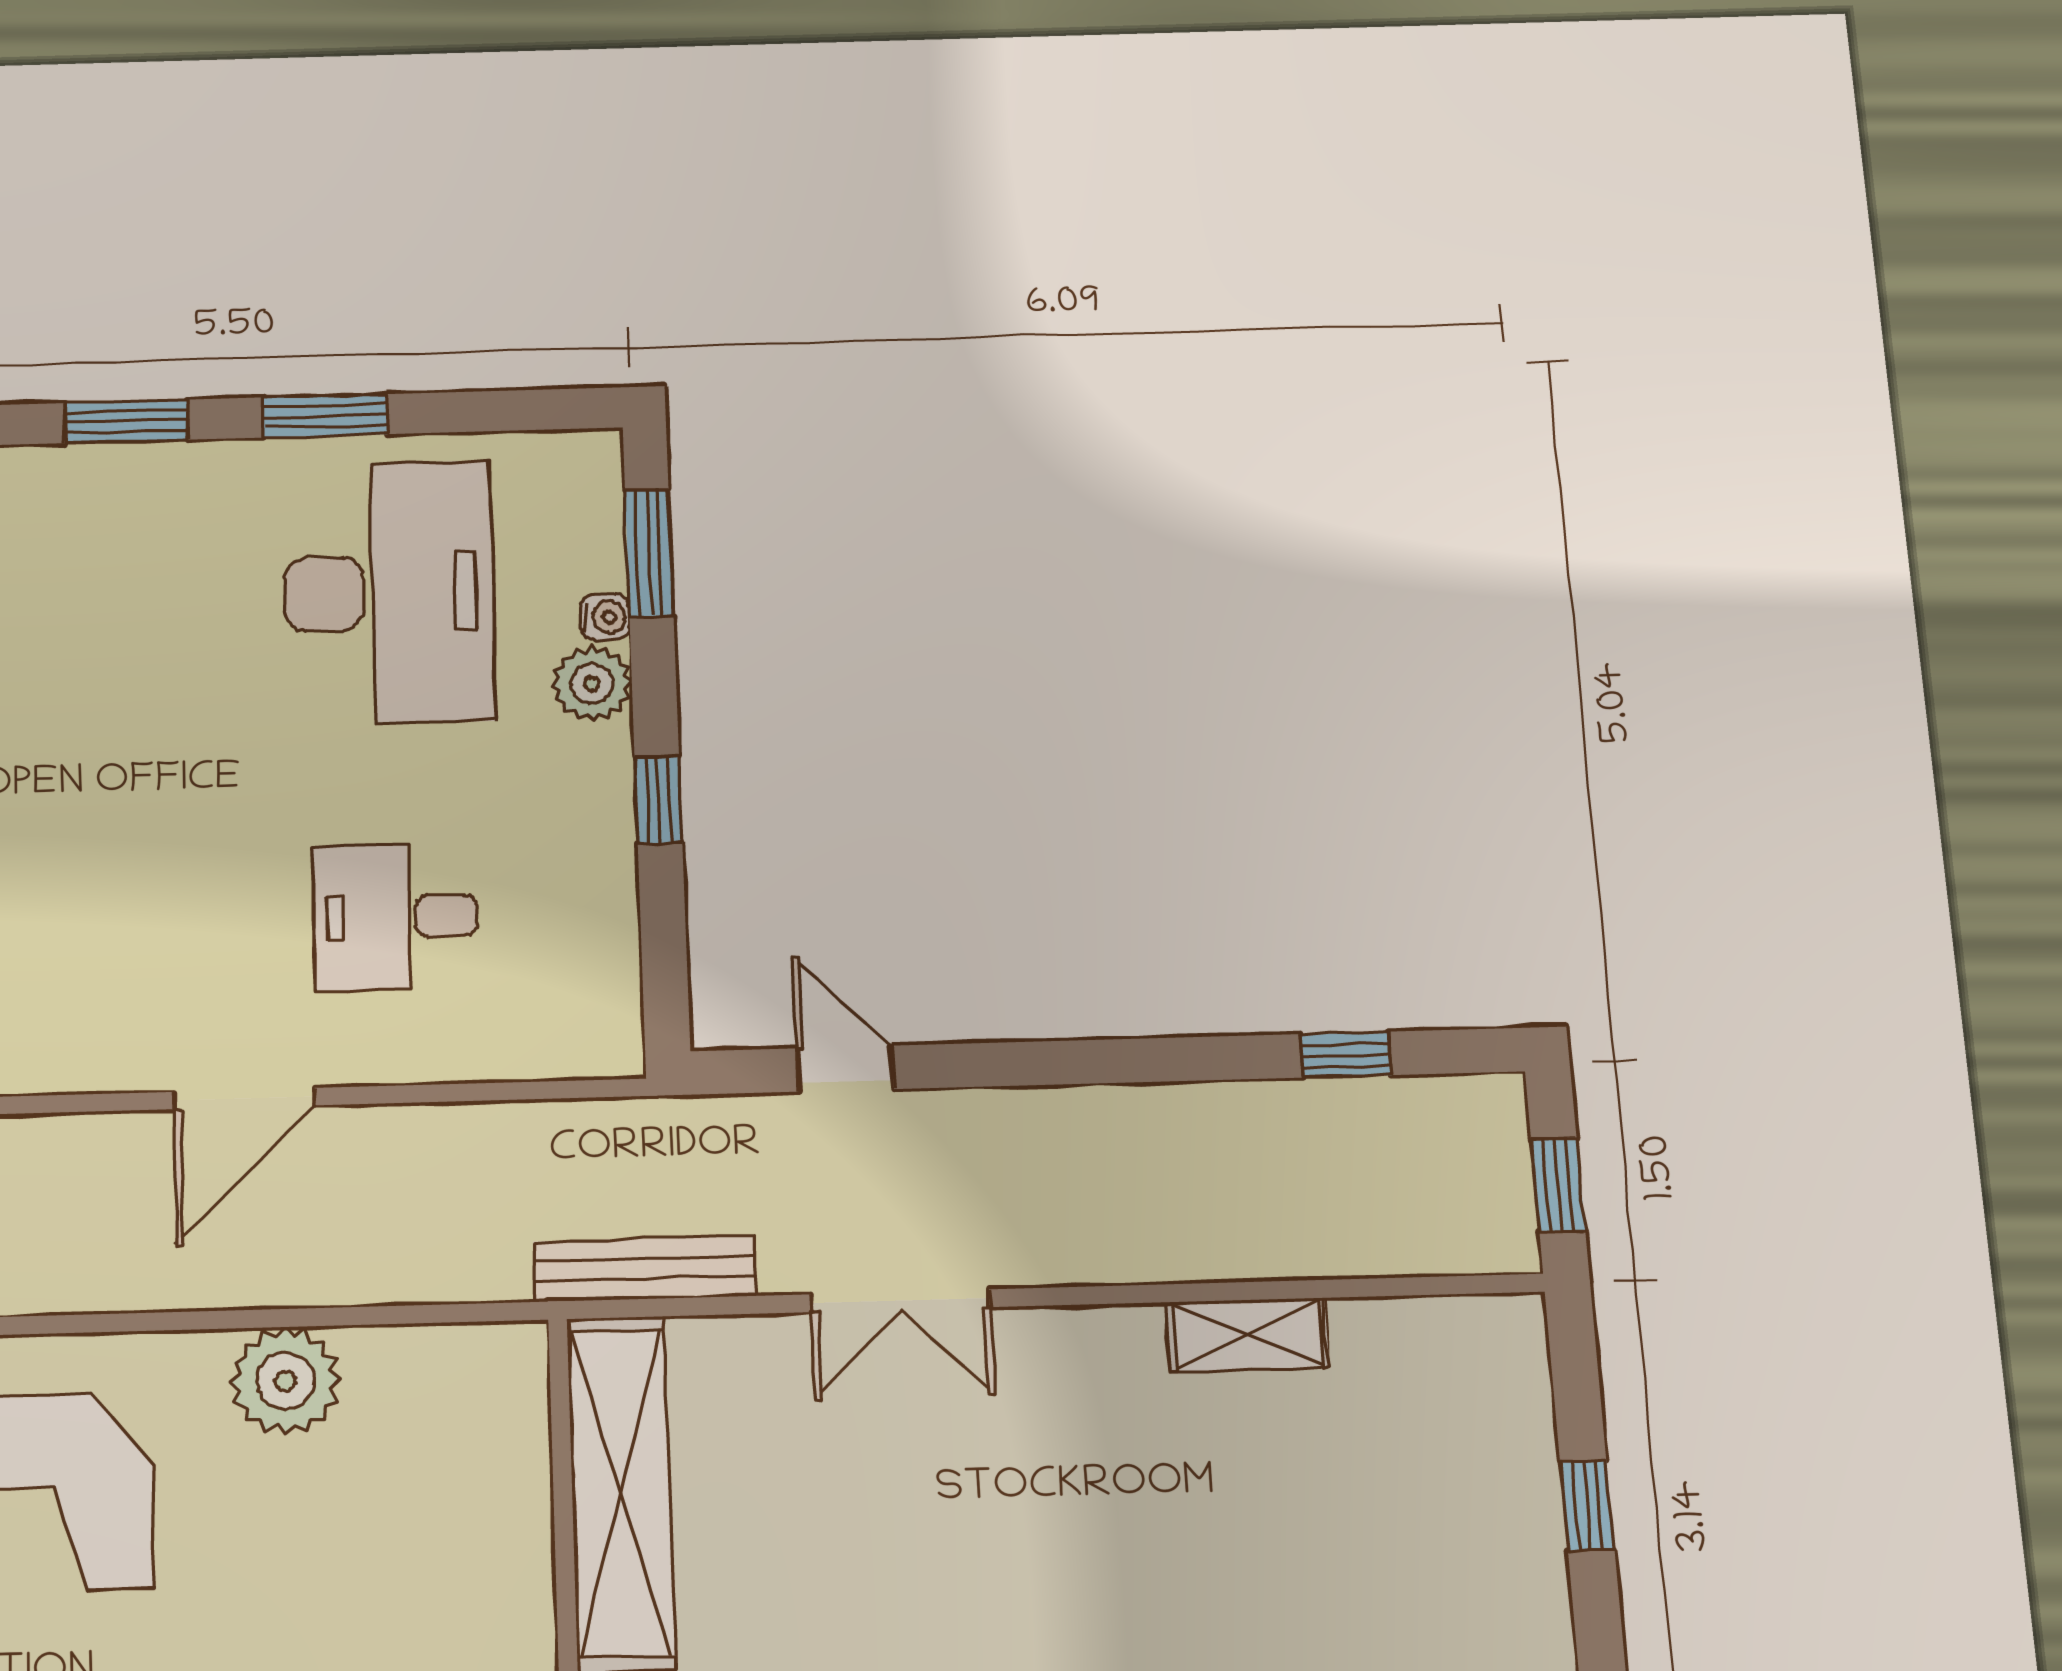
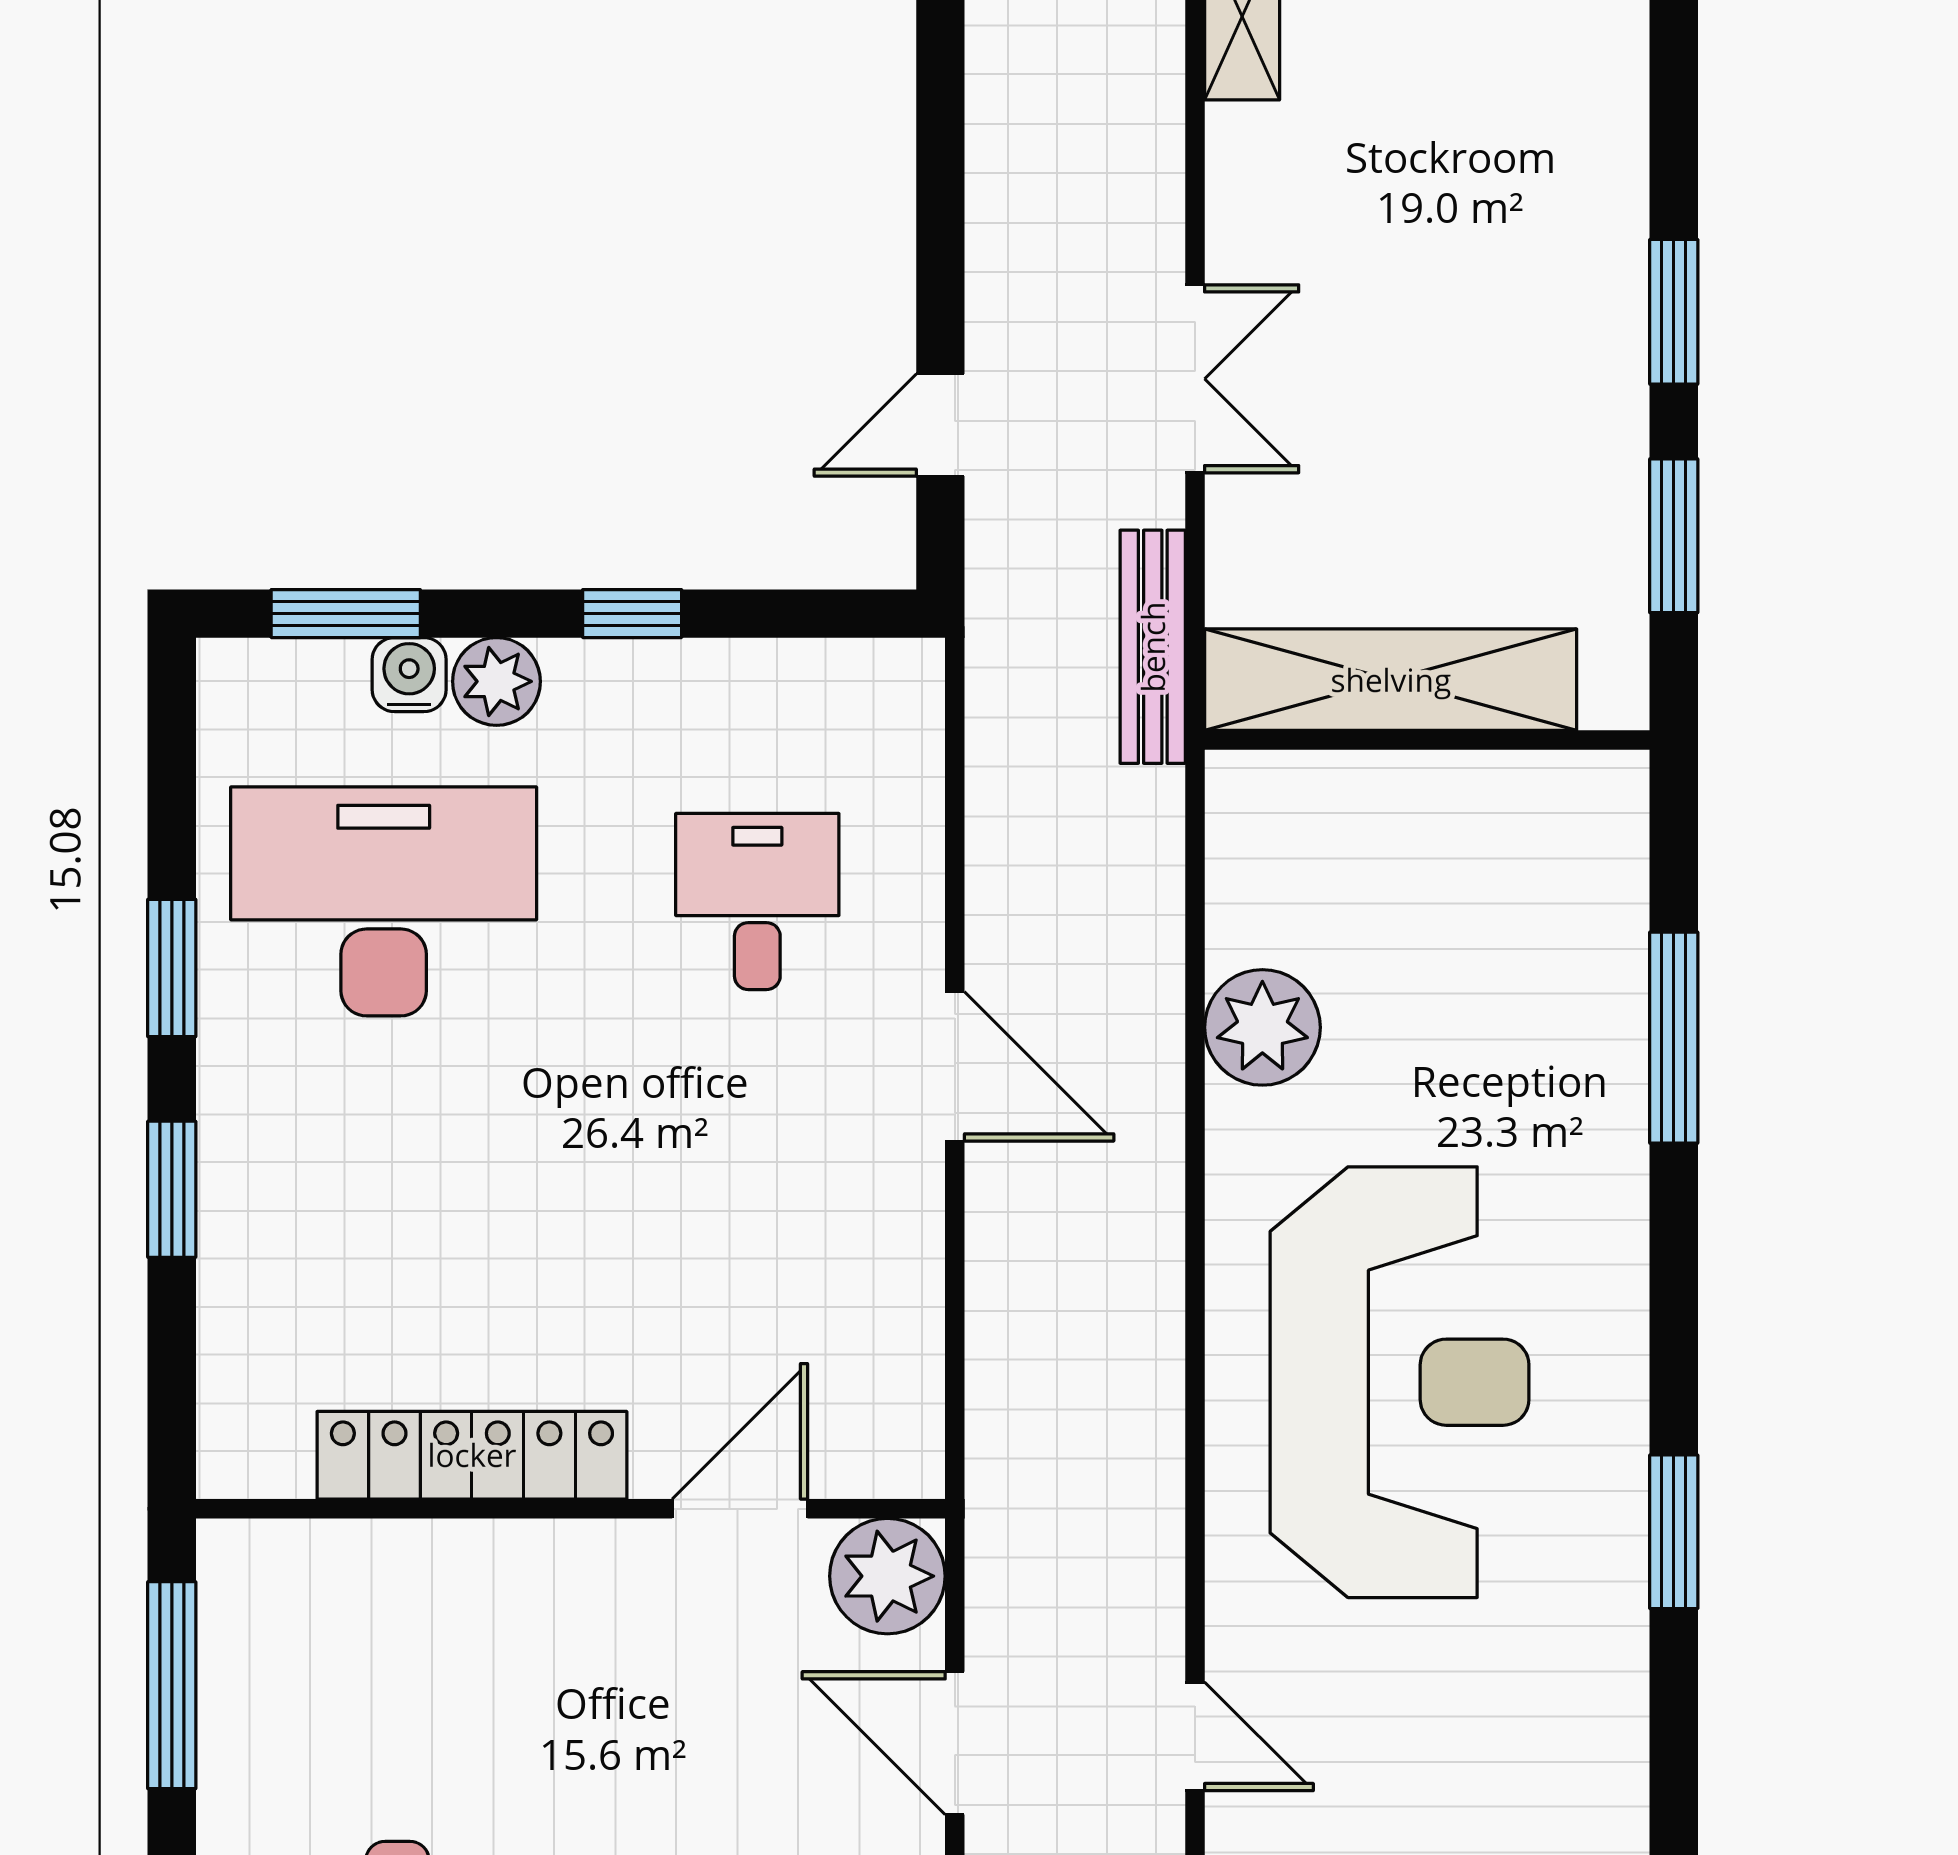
water cooler: (605, 617) -> (409, 675), width x1.38, depth x1.38
desk: (396, 917) -> (757, 901), turned 180

